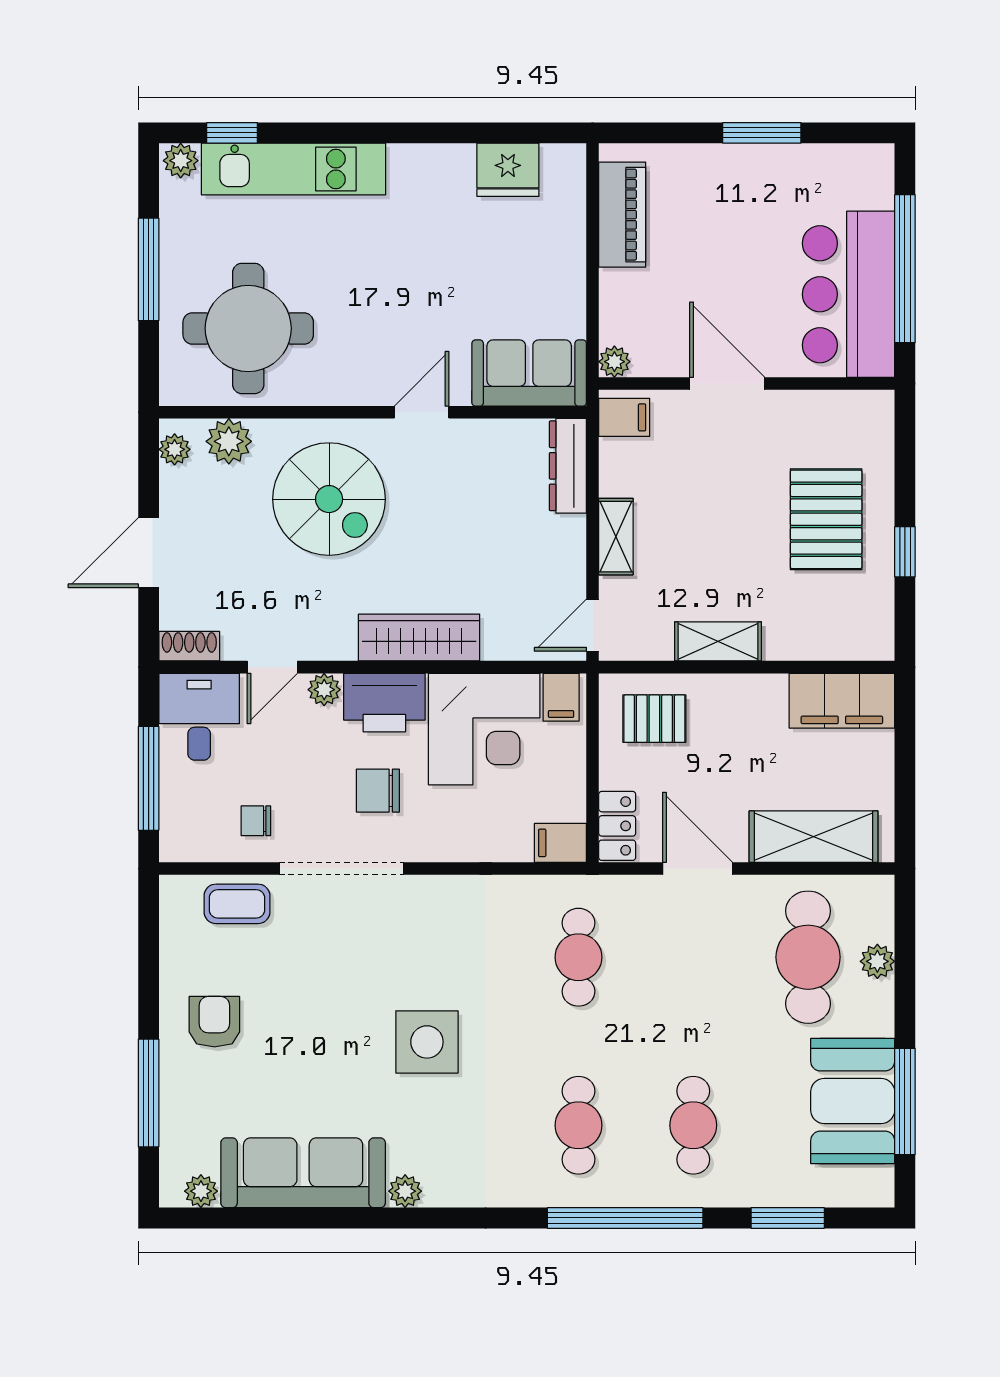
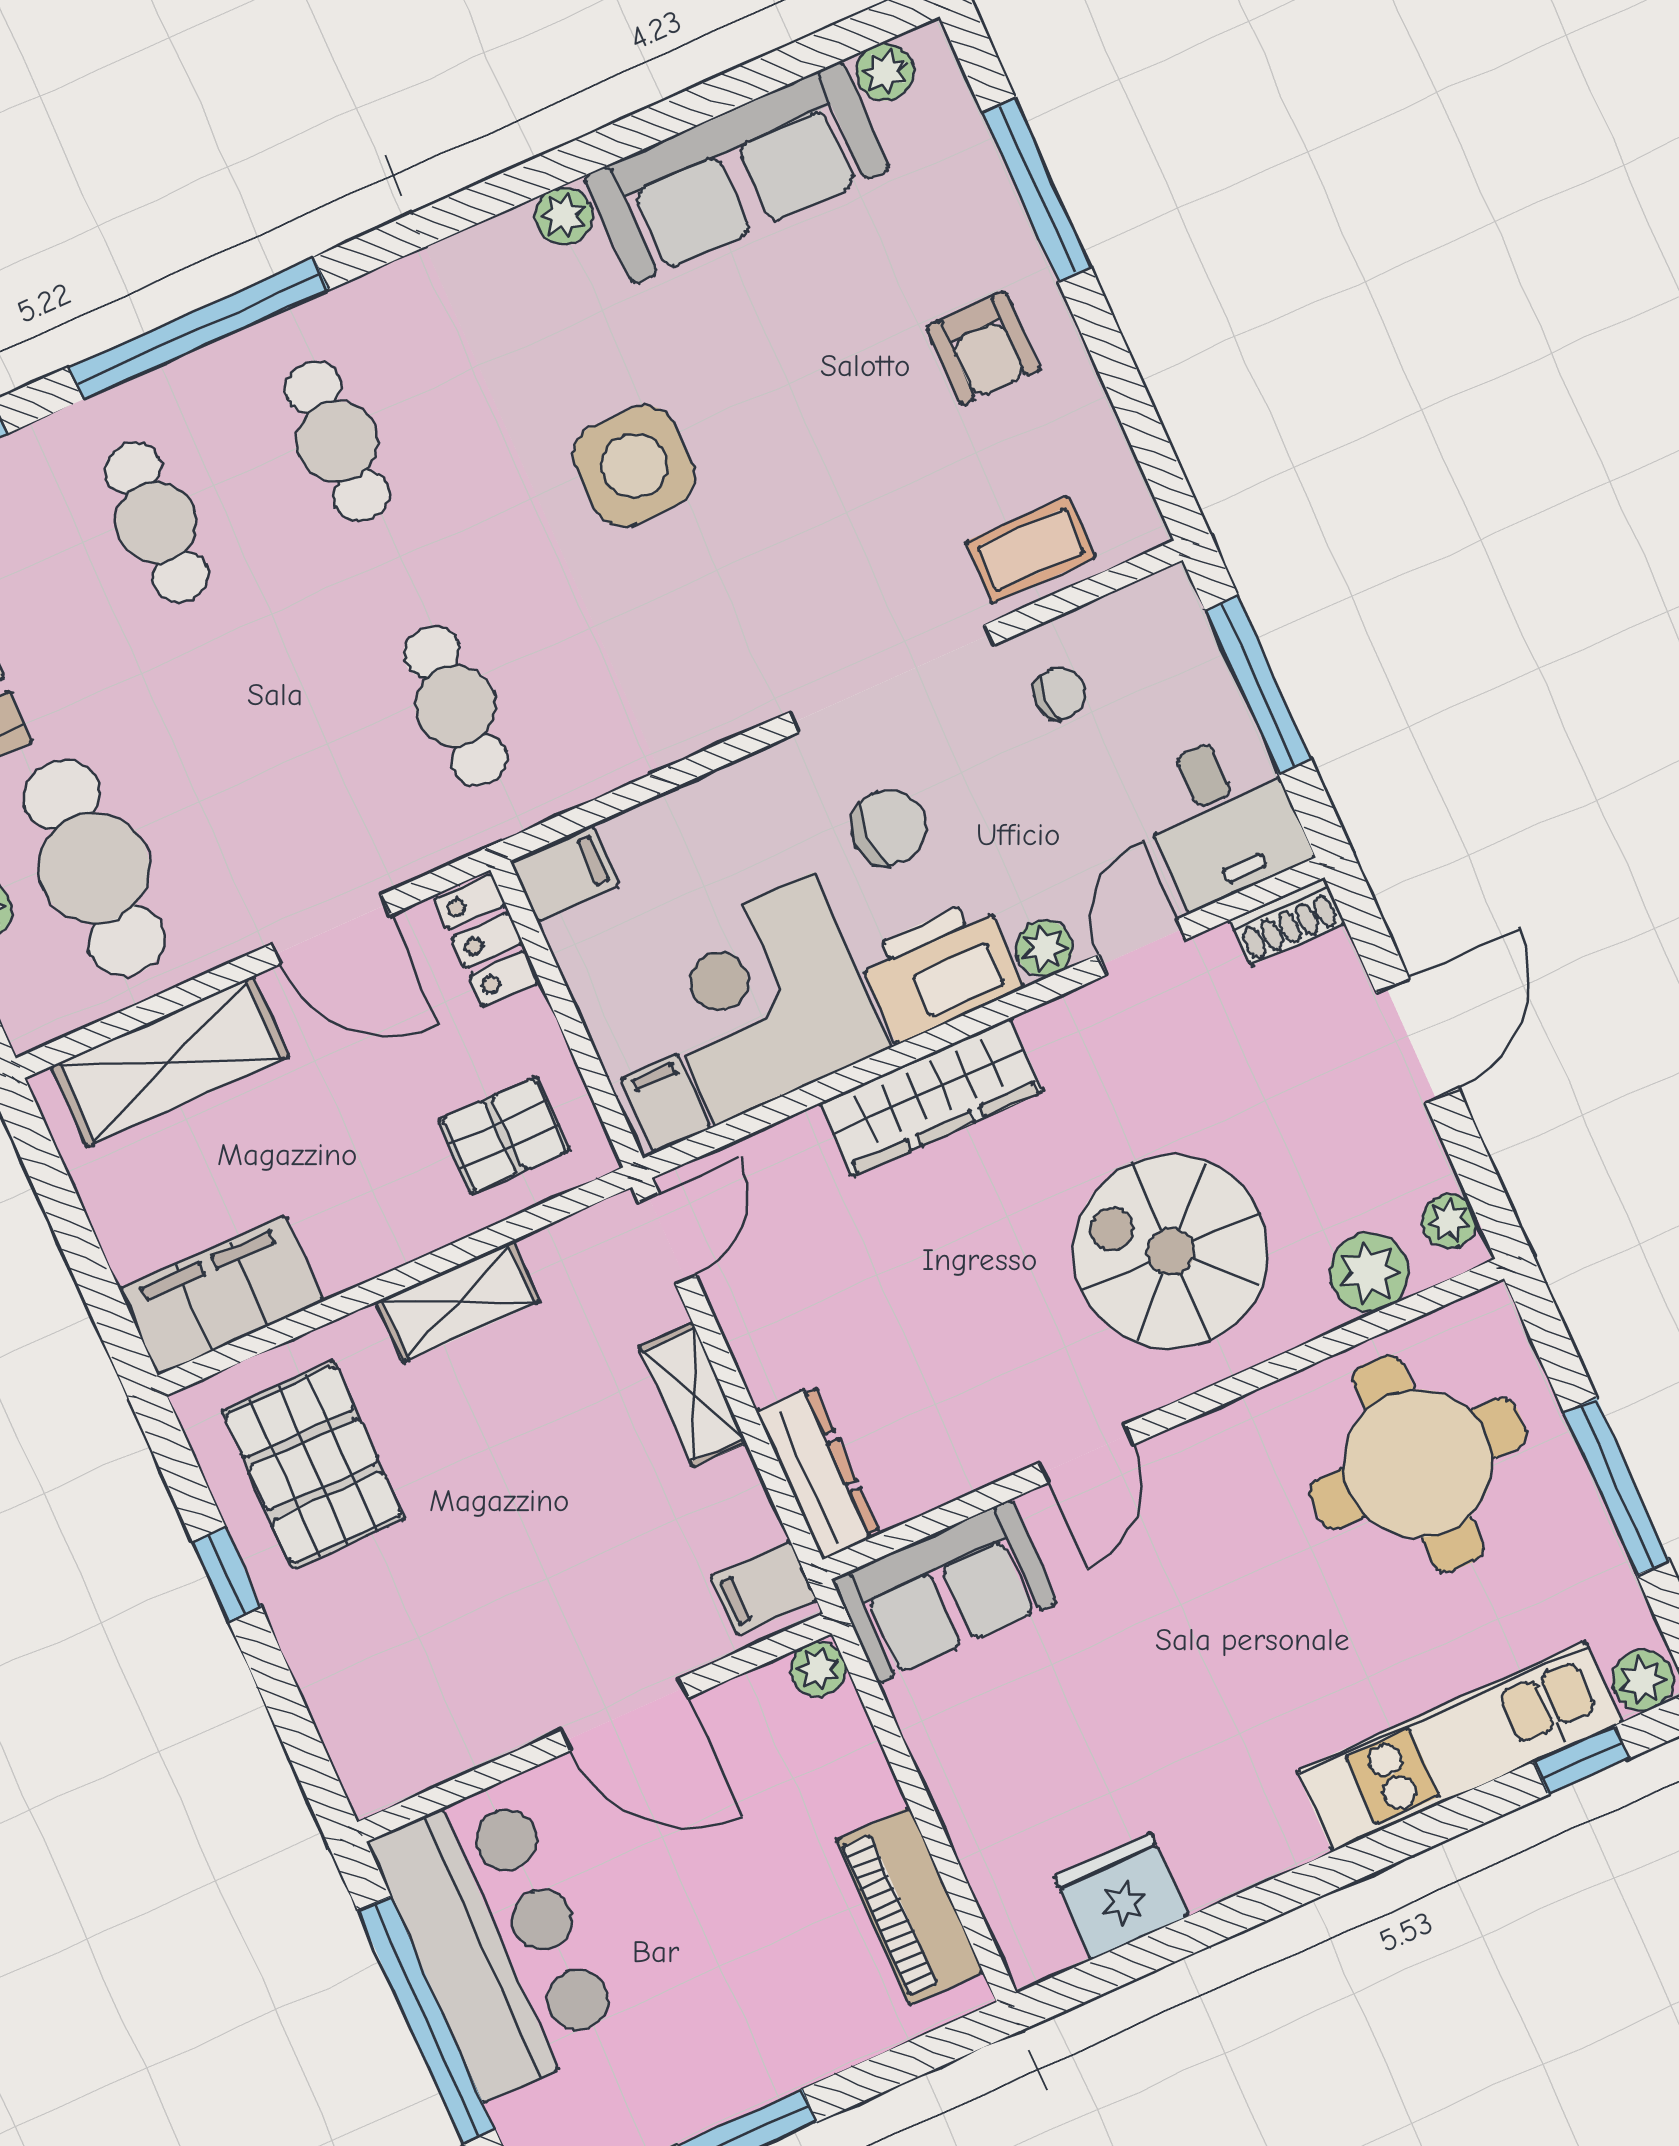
pallet: (826, 519) -> (313, 1465), moved

